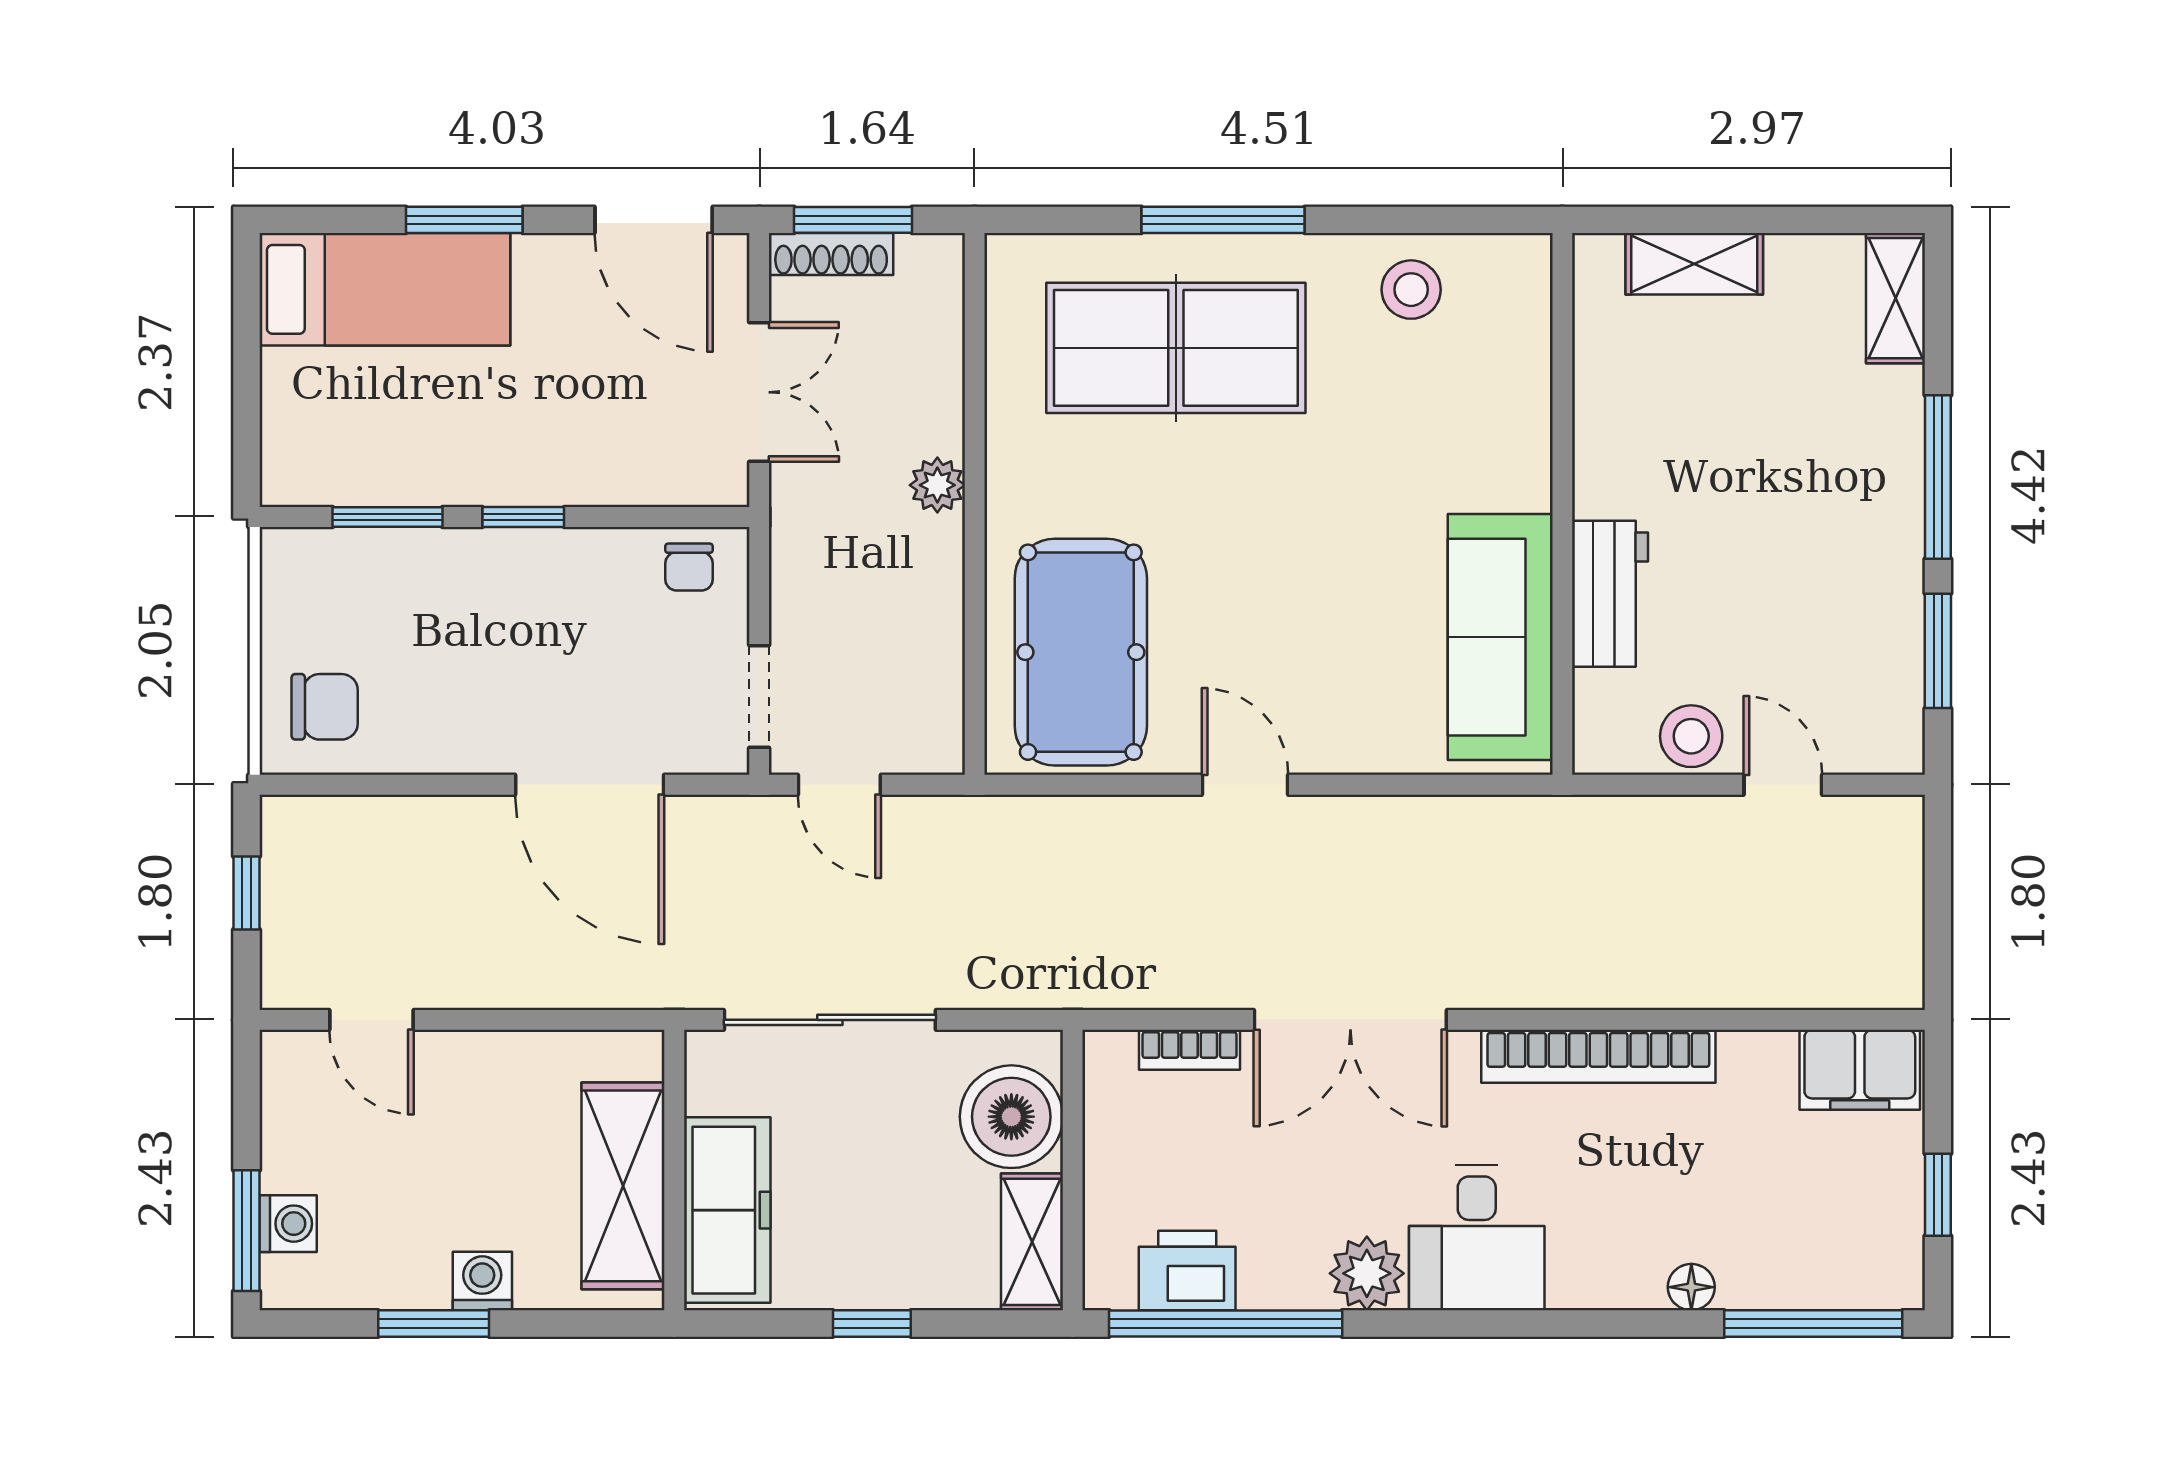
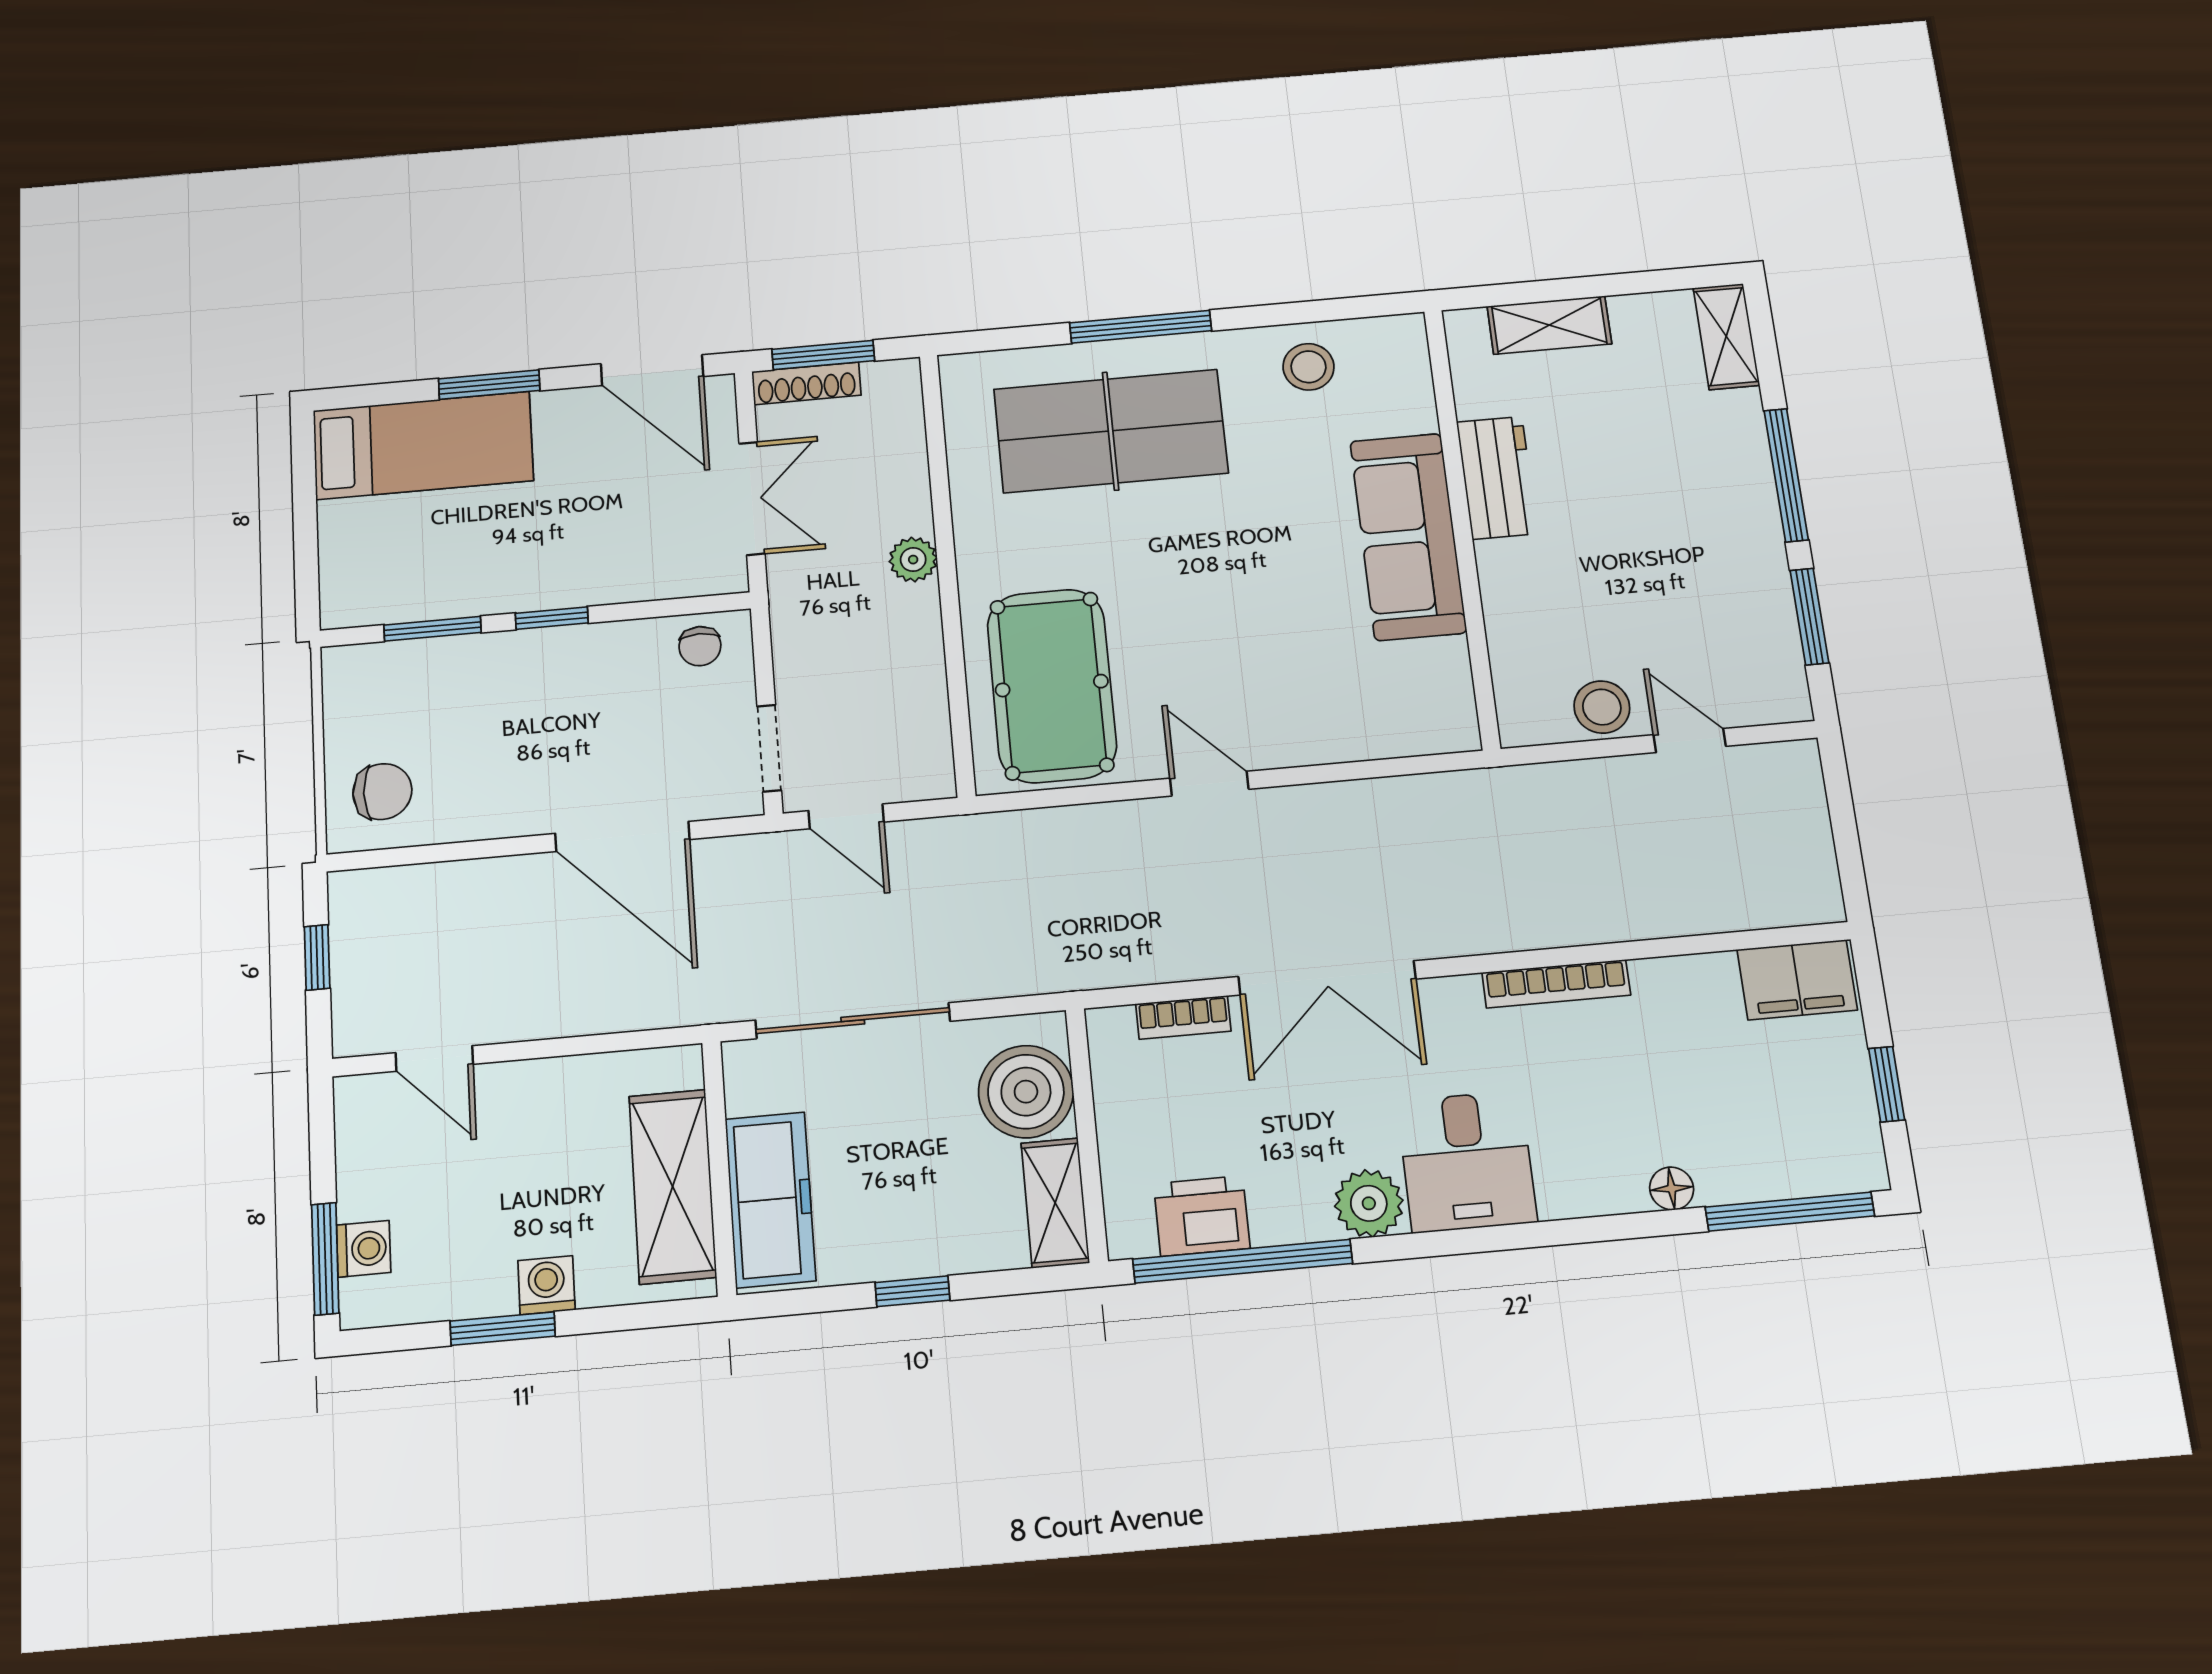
workbench: (1610, 594) -> (1497, 478), moved
sofa: (1500, 637) -> (1408, 536), moved
bookcase: (1598, 1056) -> (1556, 984), width x0.68, depth x0.76

